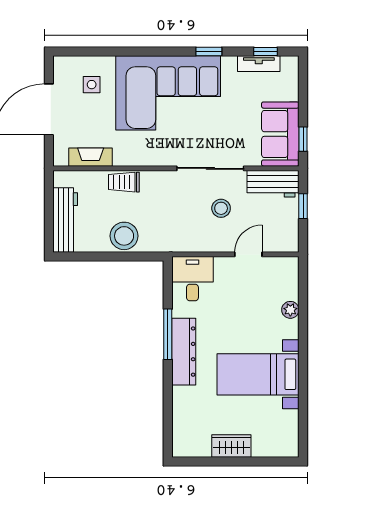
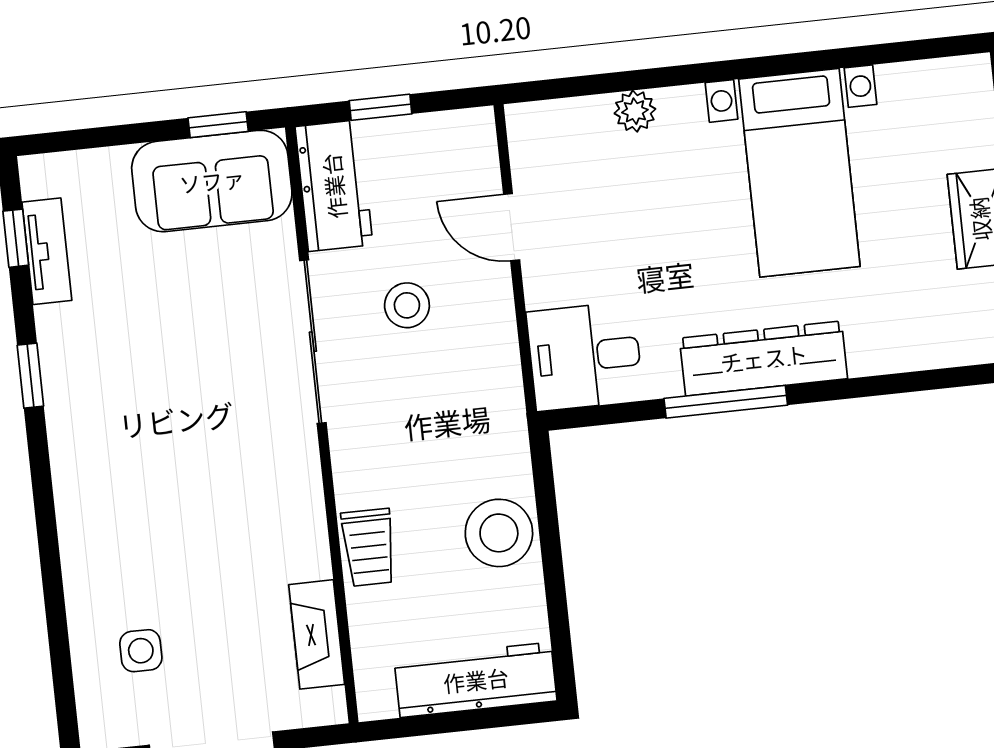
corner sofa: (168, 93) -> (141, 464), removed

